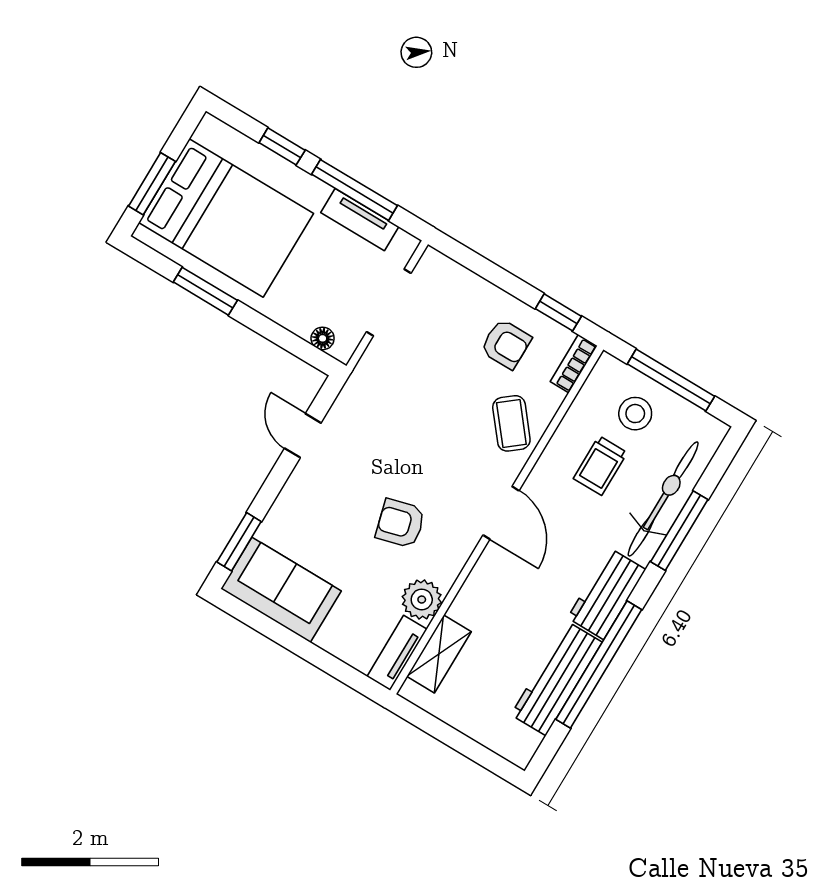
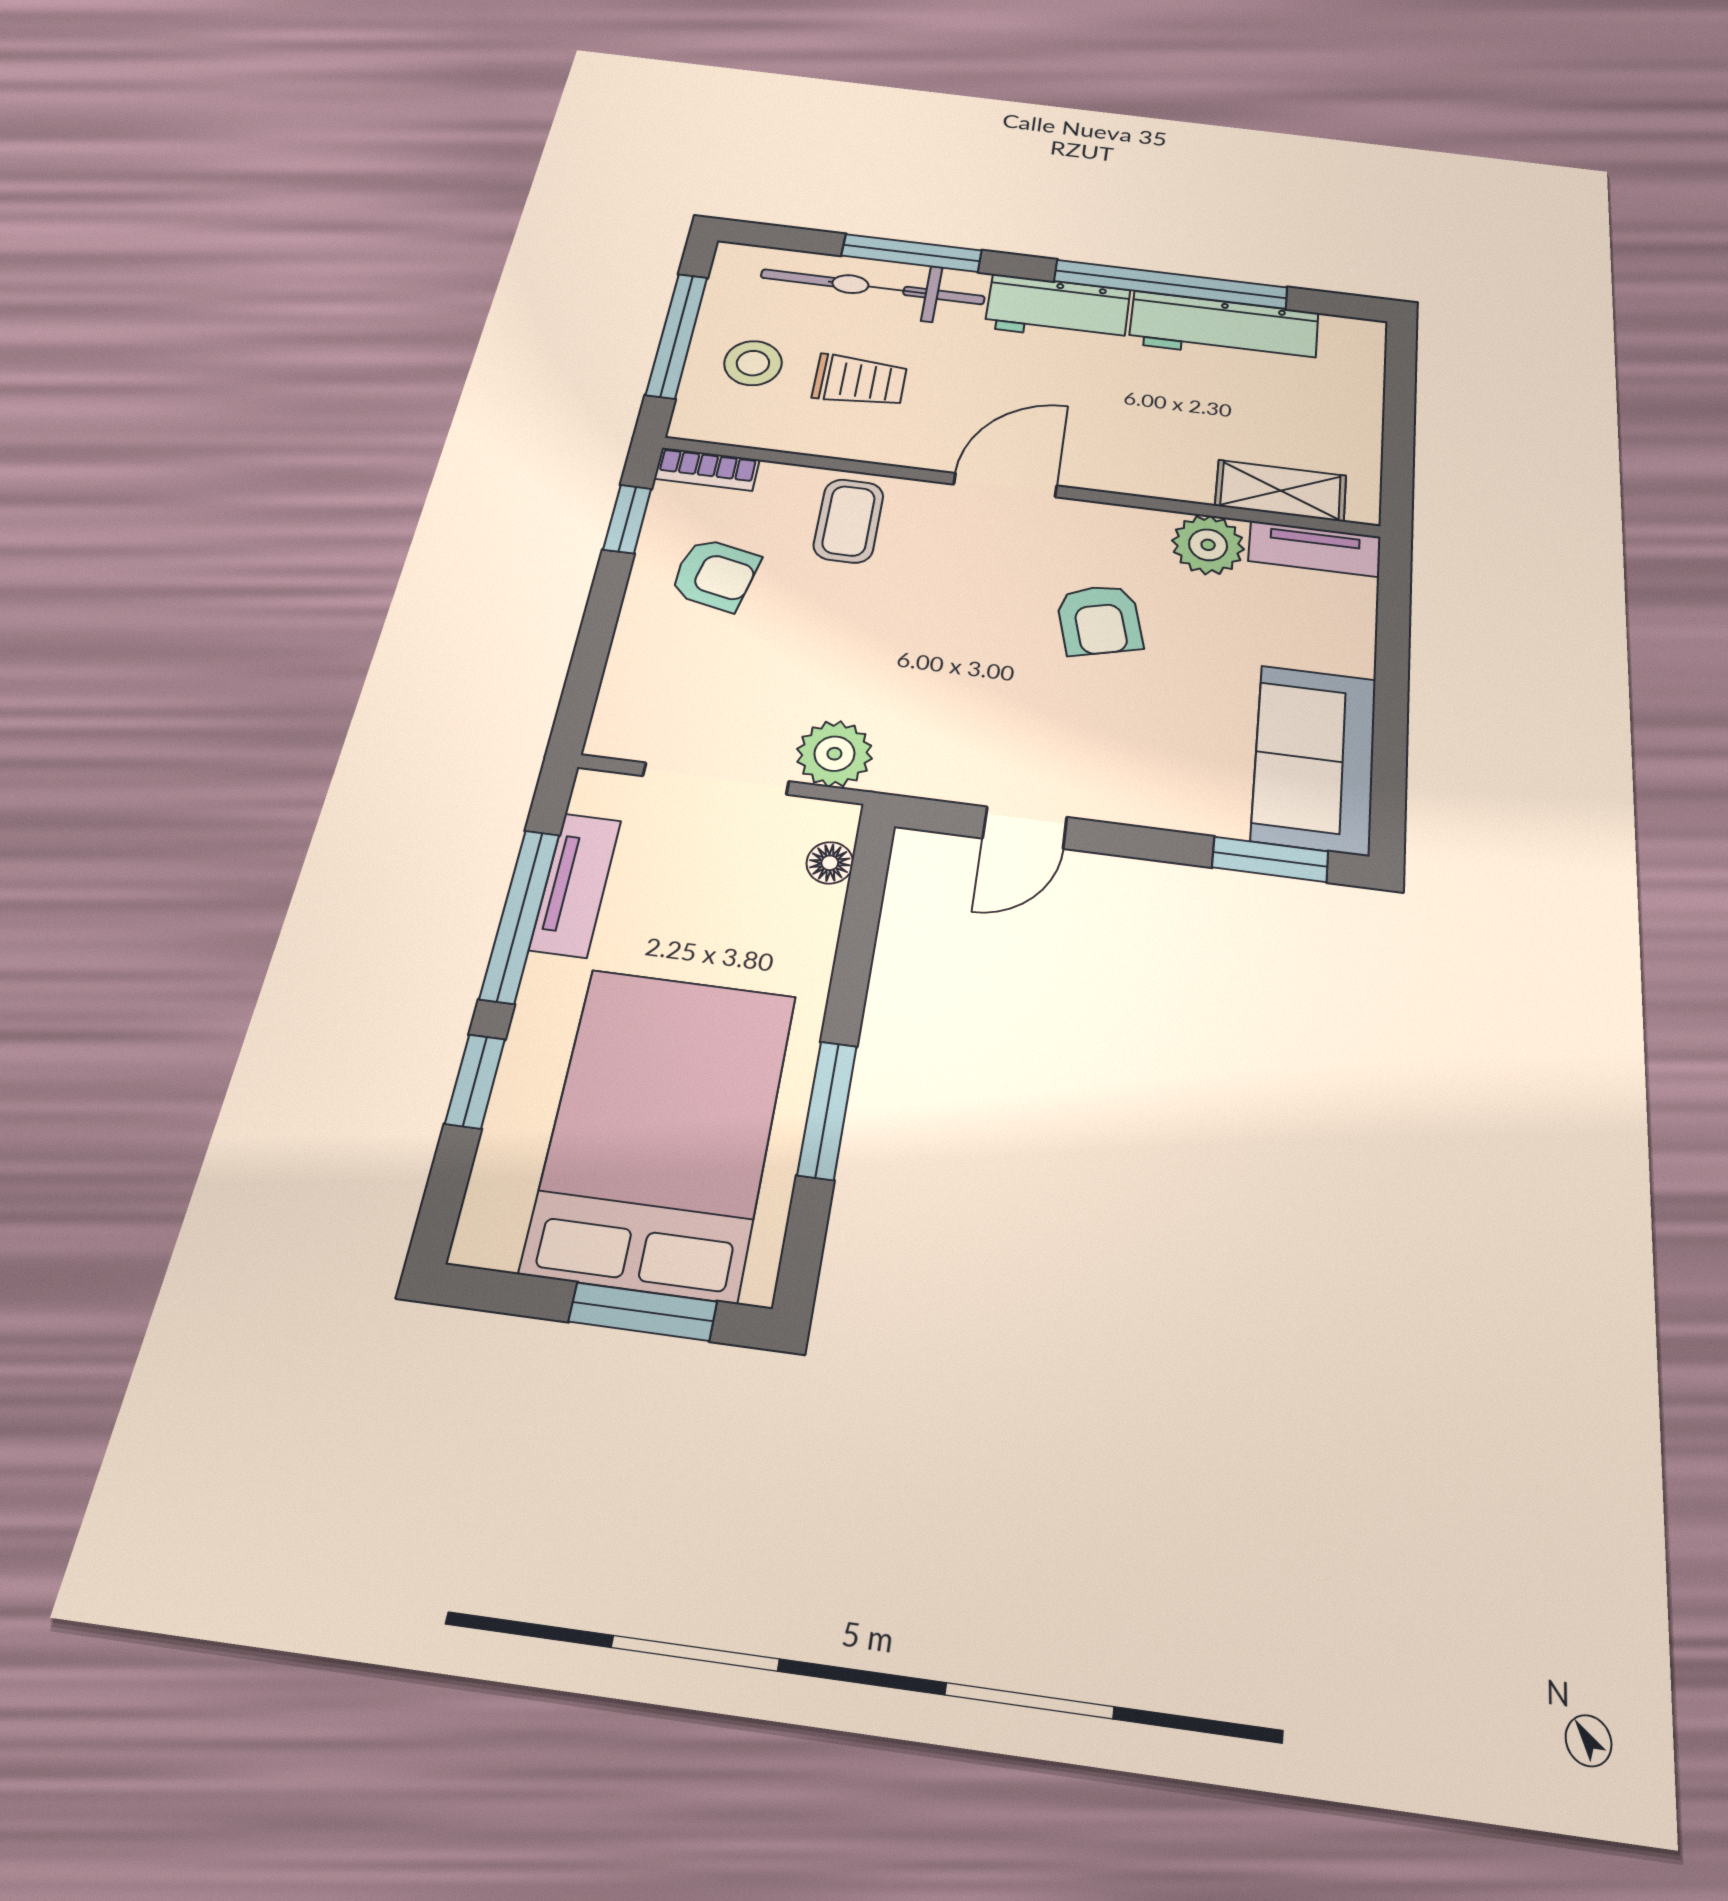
armchair: (506, 344) -> (715, 575), turned 102
plant: (379, 363) -> (834, 754), added
coffee table: (511, 423) -> (849, 521), turned -51

